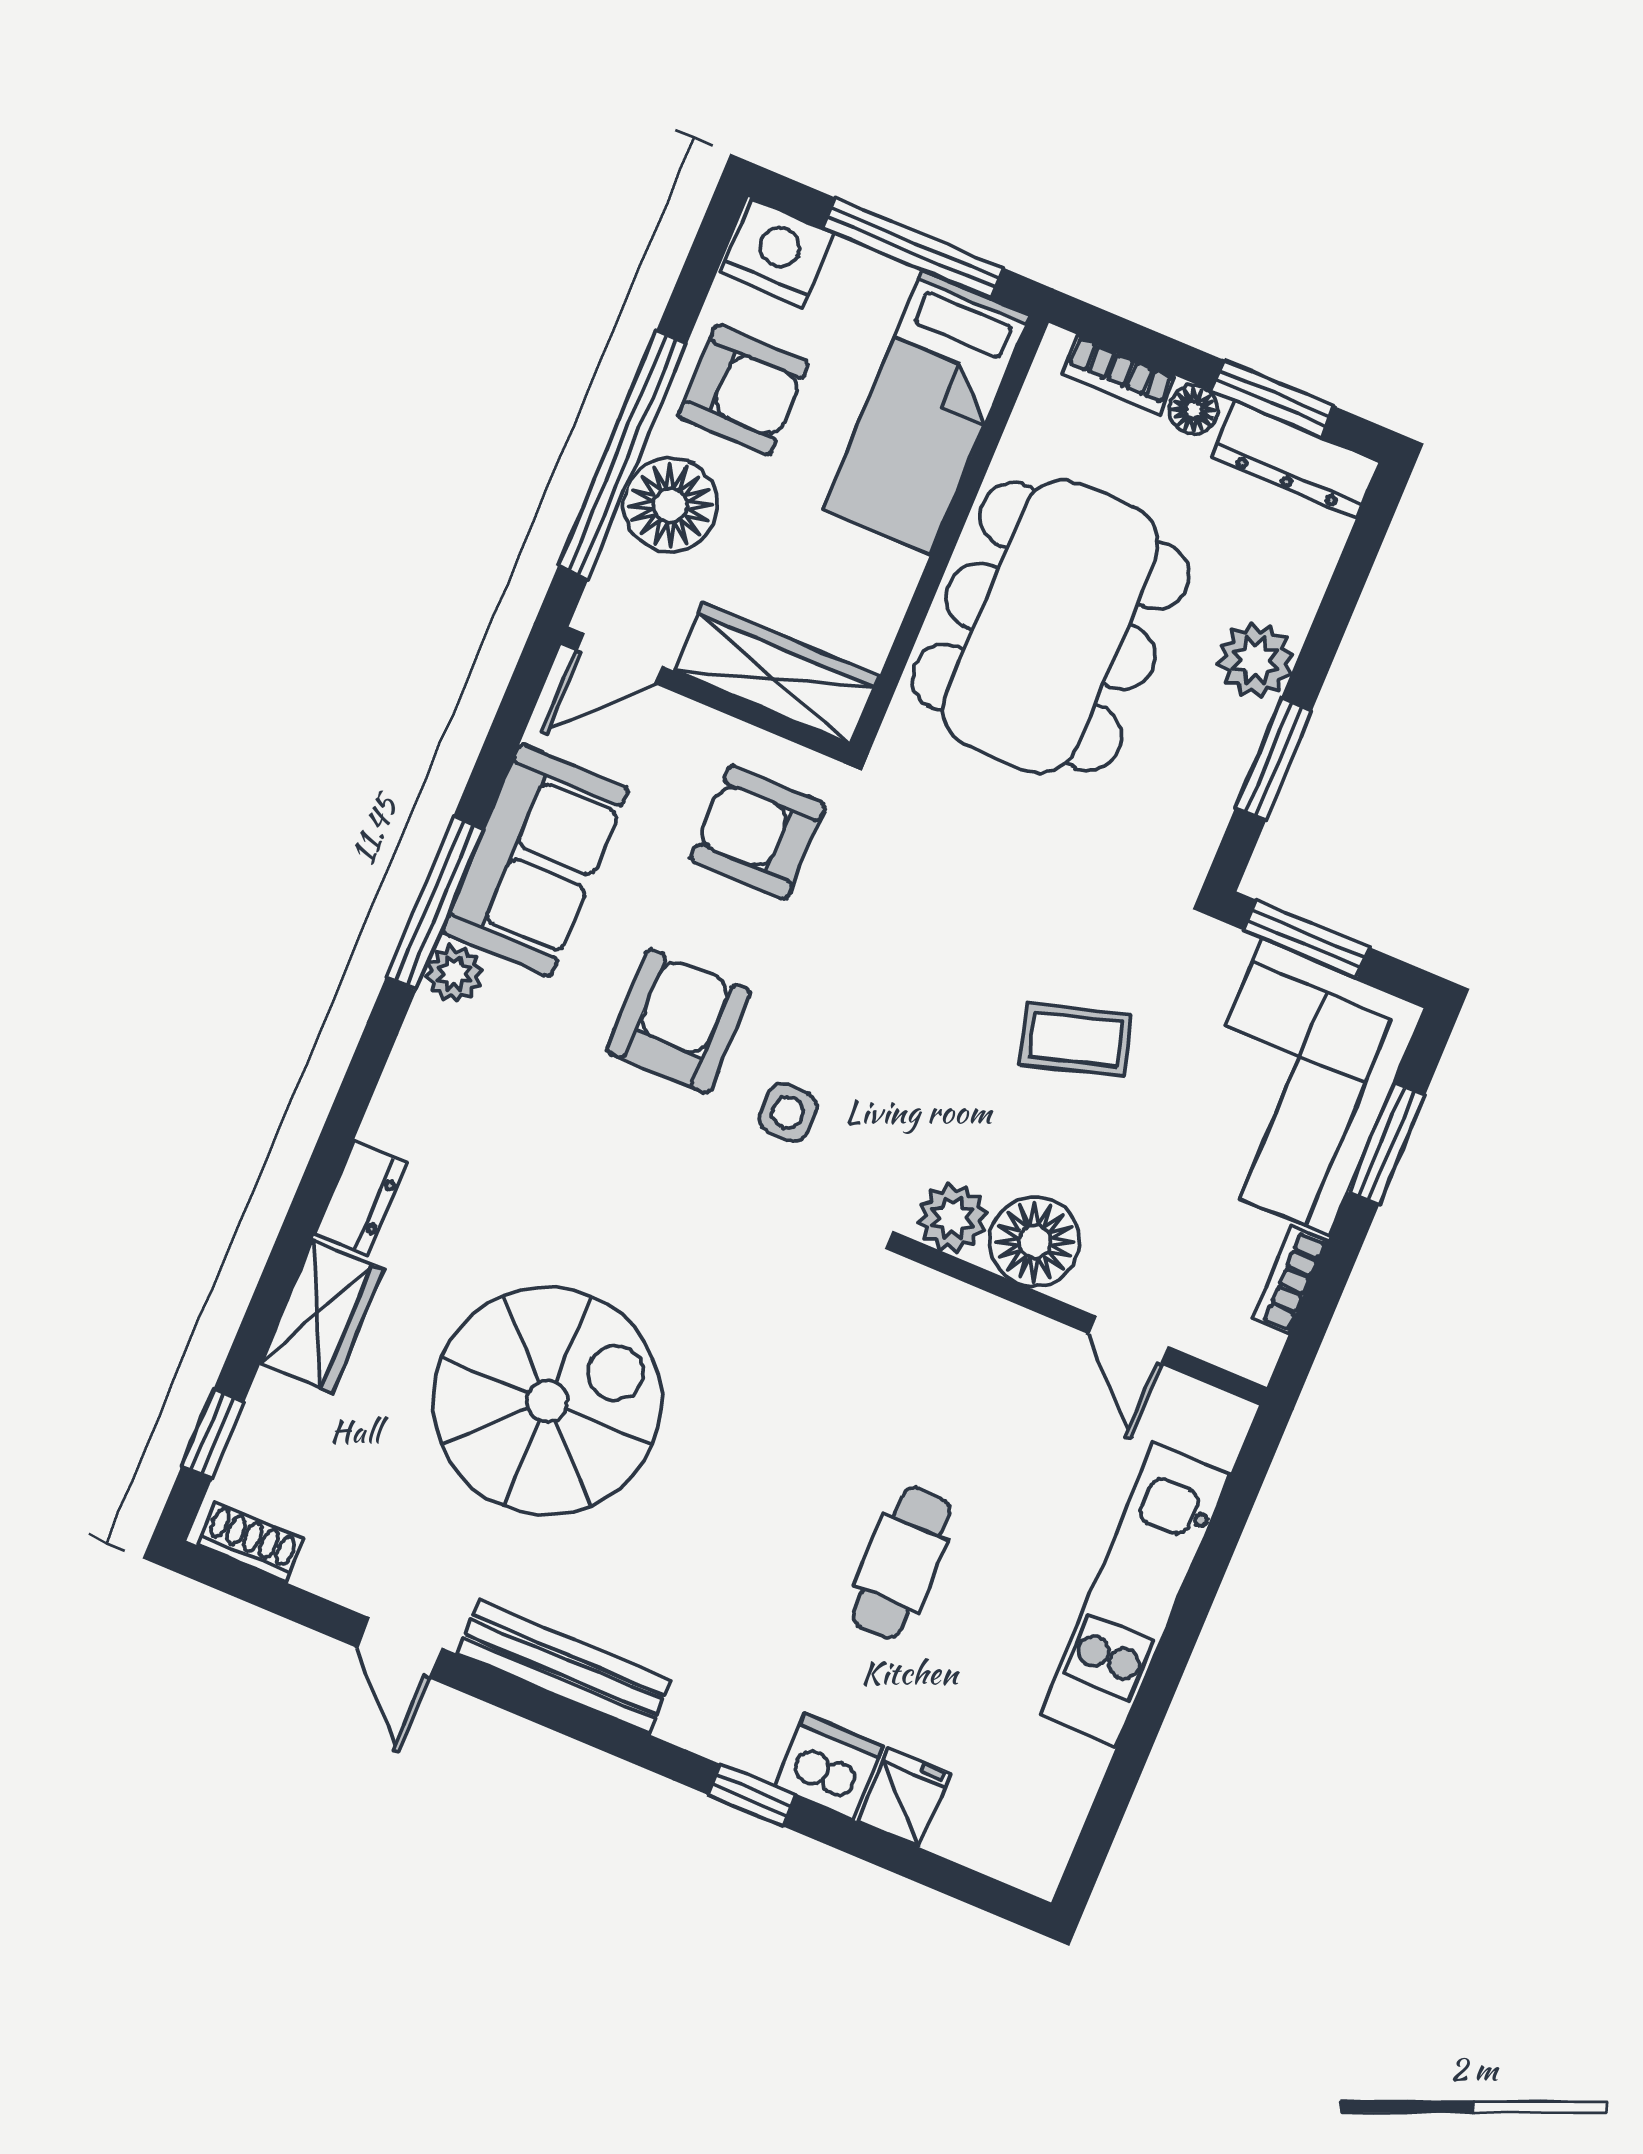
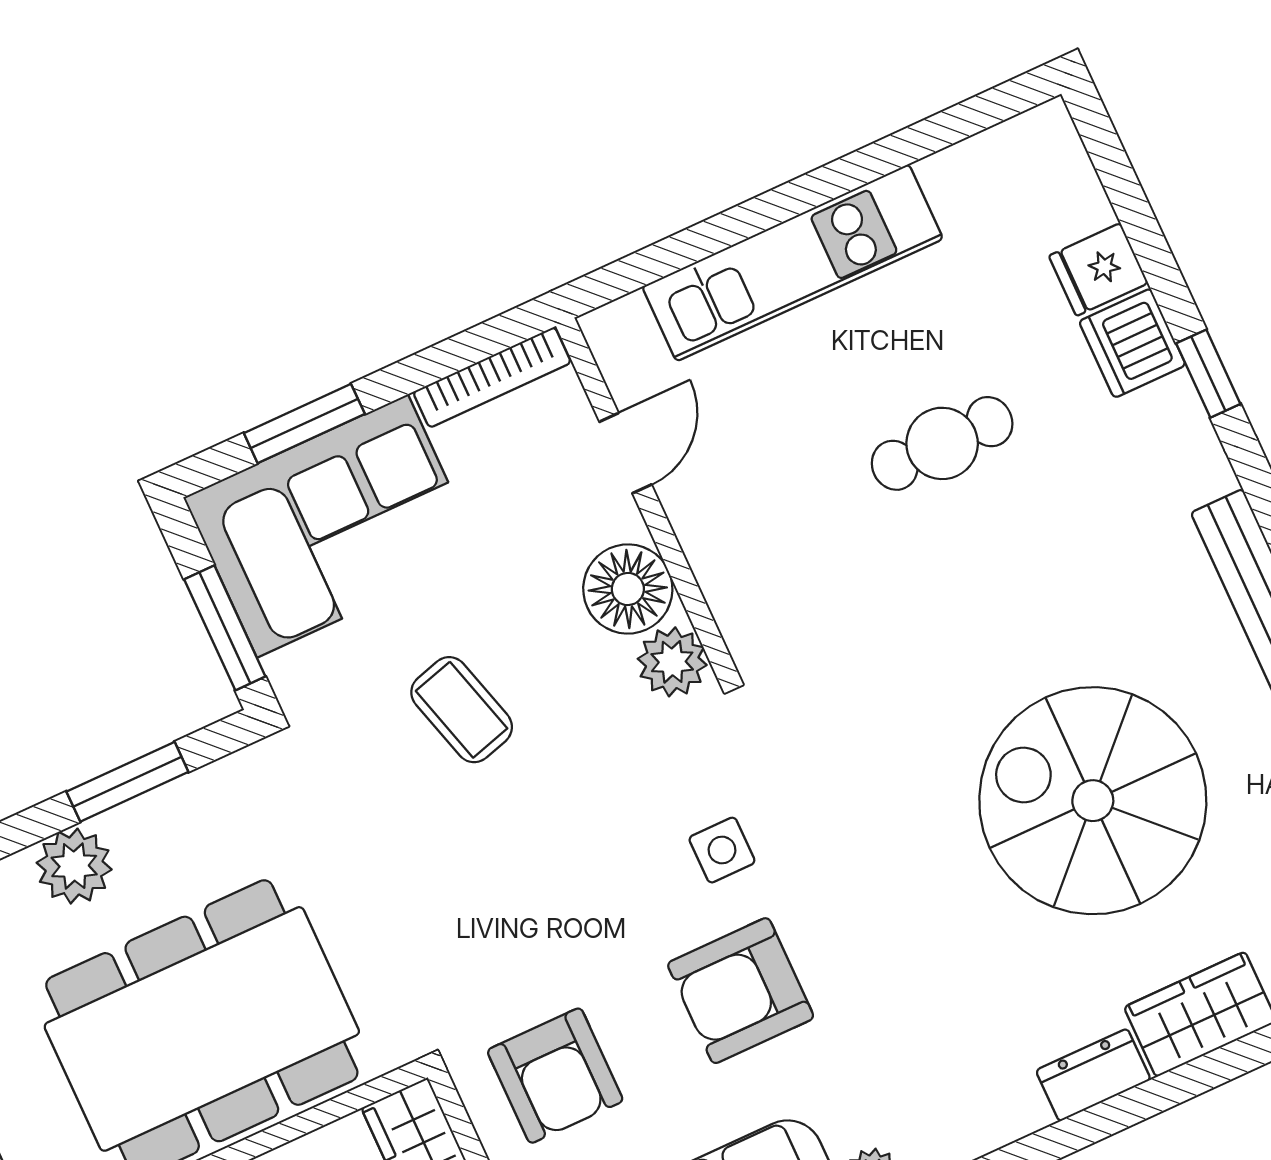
bookcase: (1290, 1279) -> (492, 377), width x1.56

